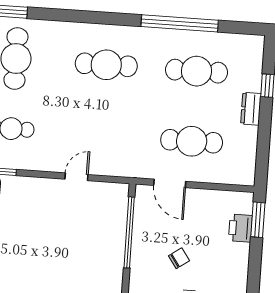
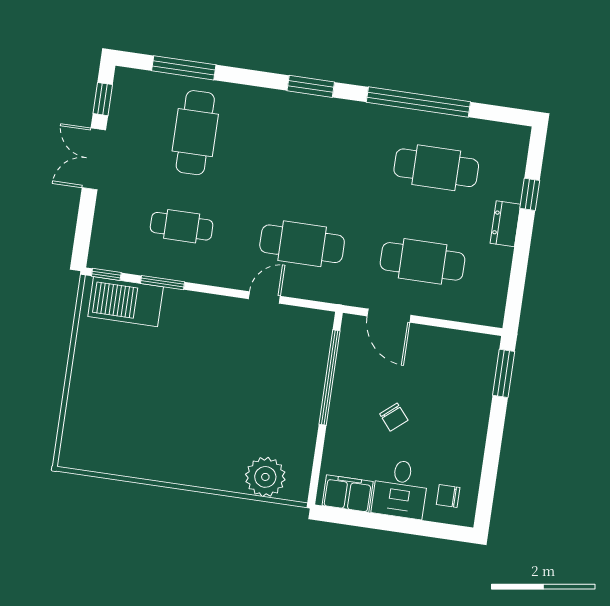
window: (99, 18) -> (311, 86), added
cafe table: (106, 65) -> (302, 244), moved
printer: (240, 228) -> (479, 383), removed
chair: (179, 258) -> (394, 417), turned 85

